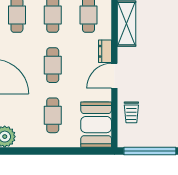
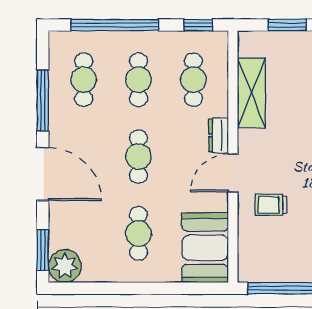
trolley: (131, 112) -> (271, 205), moved, turned 90

